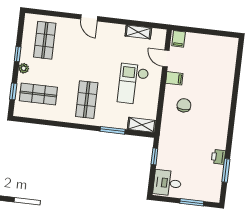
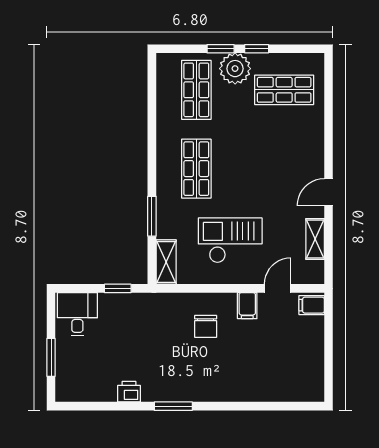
door: (89, 18) -> (329, 192), moved
plant: (24, 68) -> (235, 69), width x1.88, depth x1.88
window: (13, 91) -> (221, 49), moved
shop shelf: (87, 100) -> (196, 169), turned 90
chair: (184, 105) -> (206, 326), turned 90
window: (226, 170) -> (173, 406), moved

